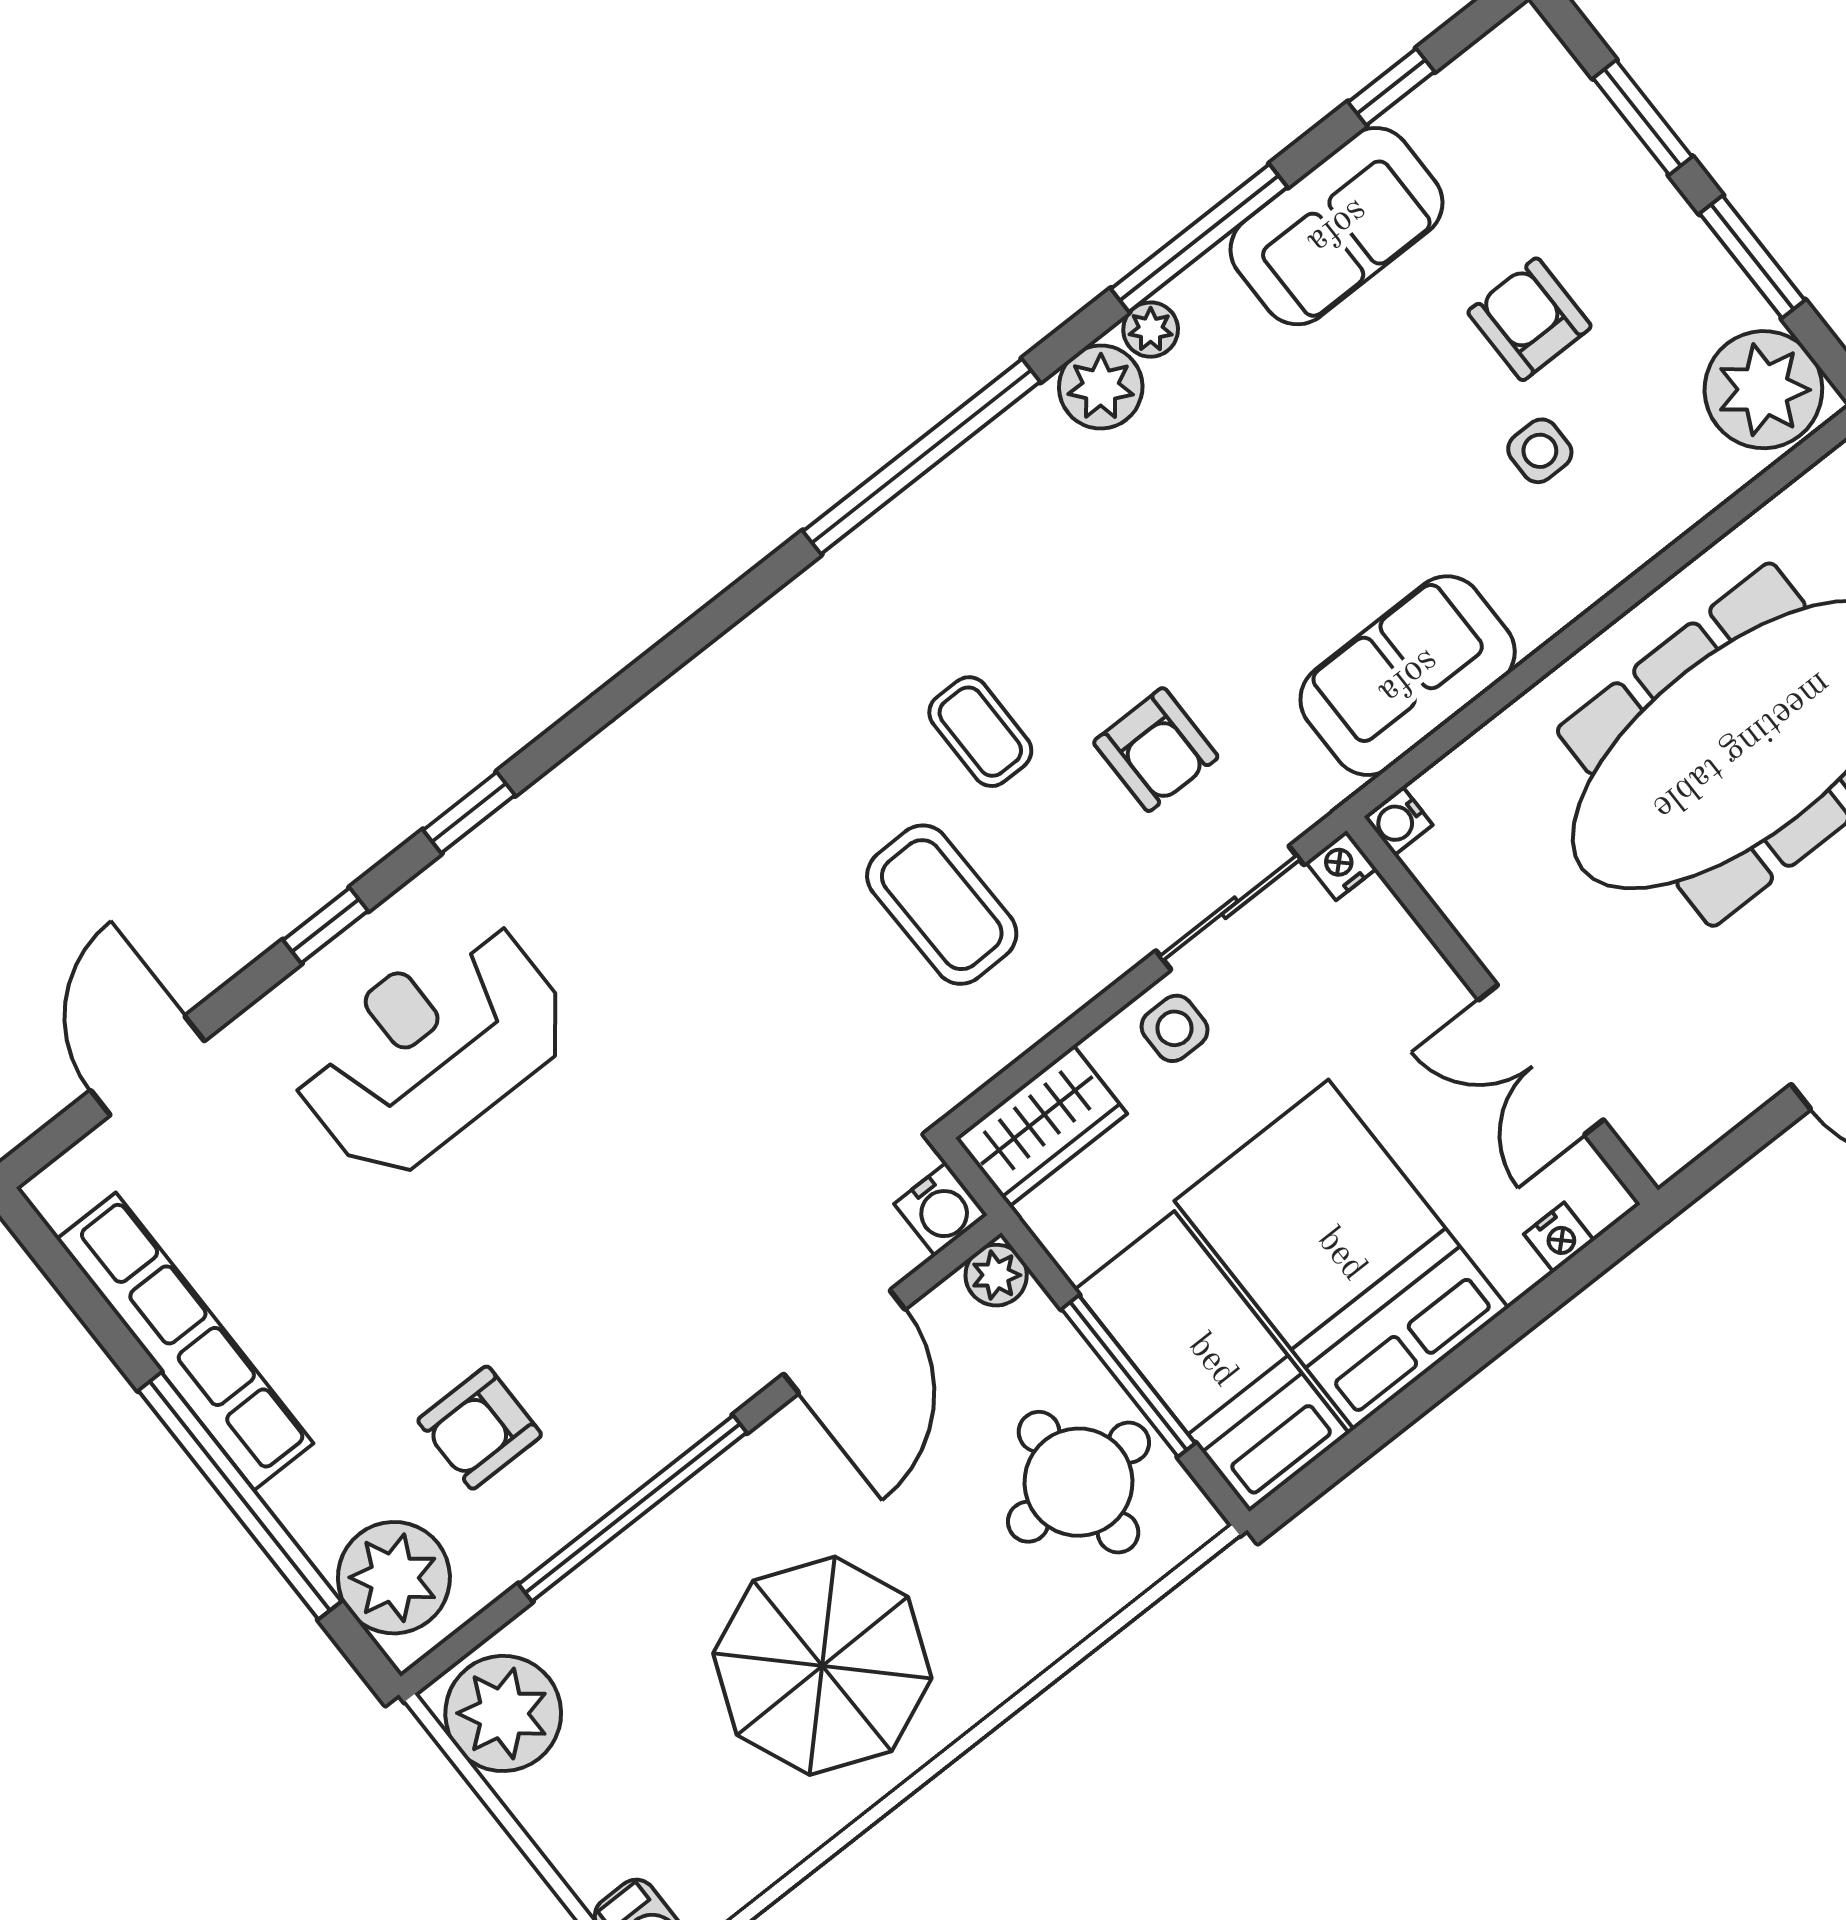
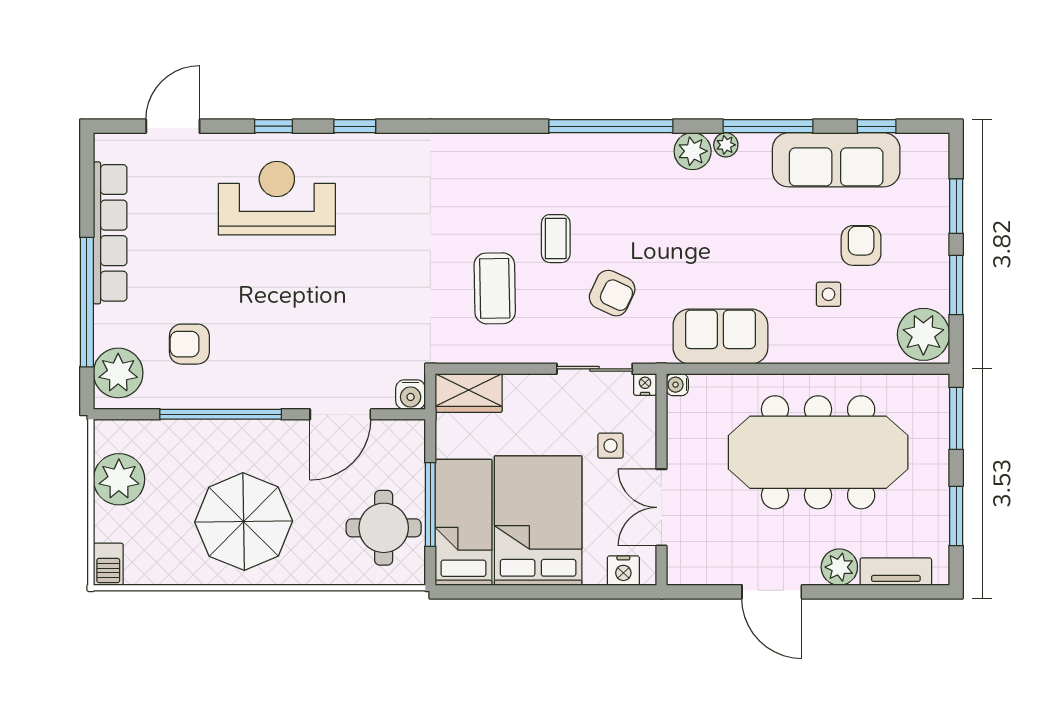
sofa: (1337, 226) -> (836, 160), width x1.36
armchair: (1156, 750) -> (612, 293), turned -65
side table: (1175, 1028) -> (611, 446), moved
nightstand: (1559, 1237) -> (623, 571), width x1.39, depth x1.35
plant: (996, 1275) -> (412, 433), removed
plant: (503, 1713) -> (119, 479), moved

